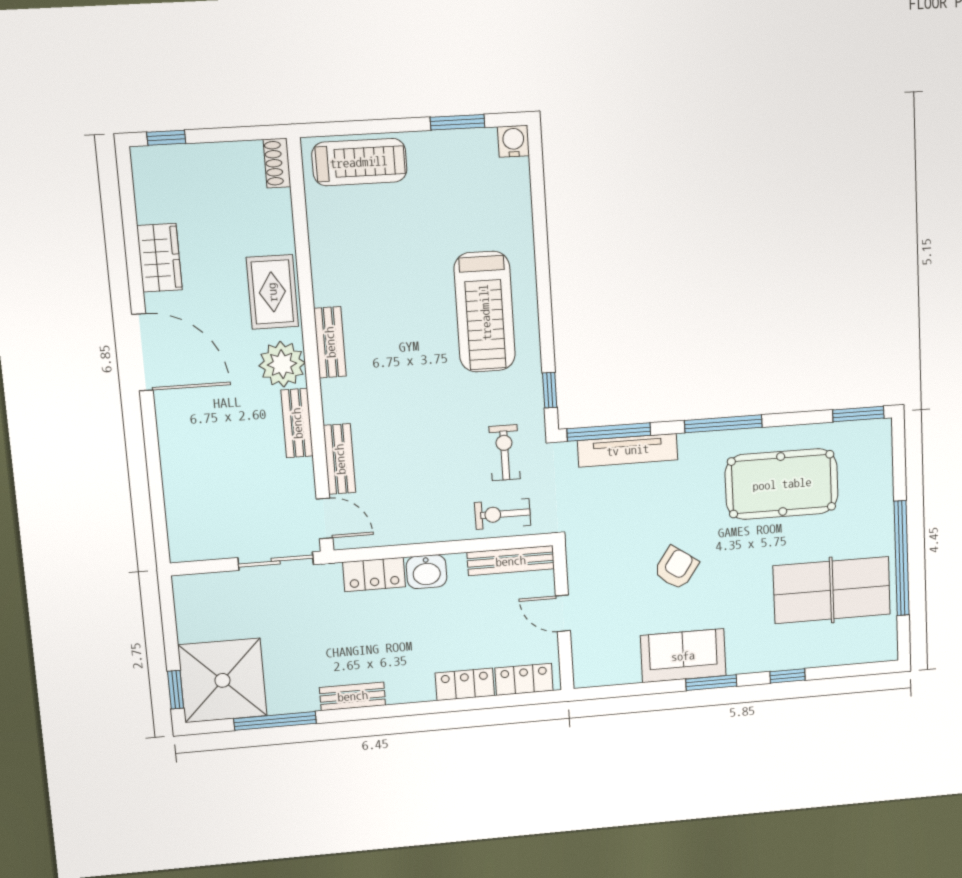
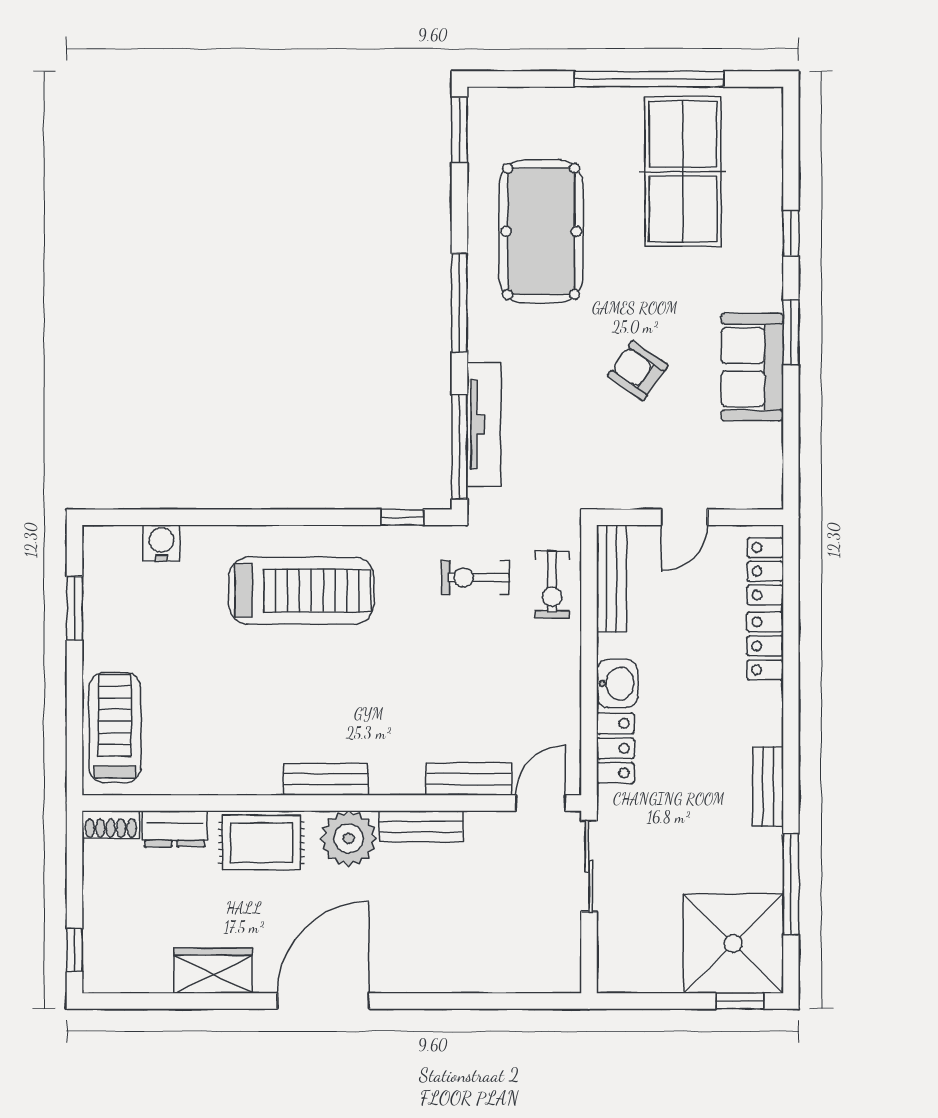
water cooler: (513, 141) -> (161, 543), moved, turned 90
dresser: (278, 218) -> (175, 829), added

